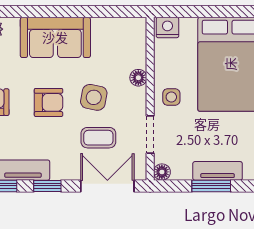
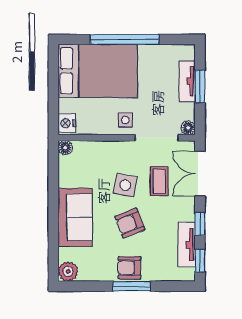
floor lamp: (138, 78) -> (65, 148), moved
armchair: (48, 102) -> (130, 223), turned -111
doorway: (150, 134) -> (157, 138), width x1.38

